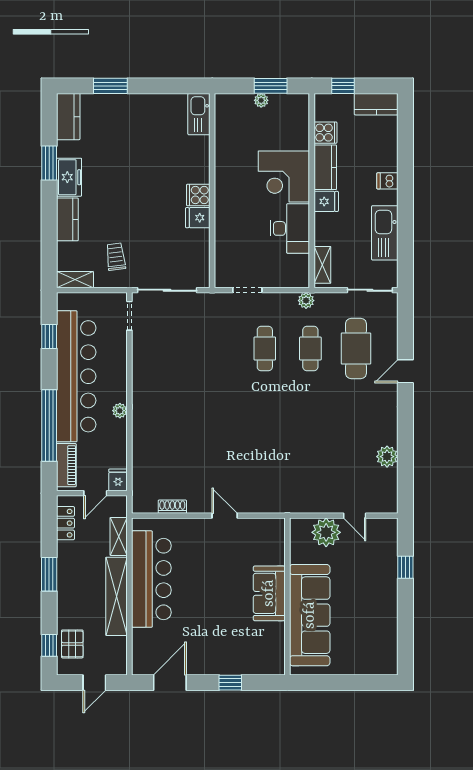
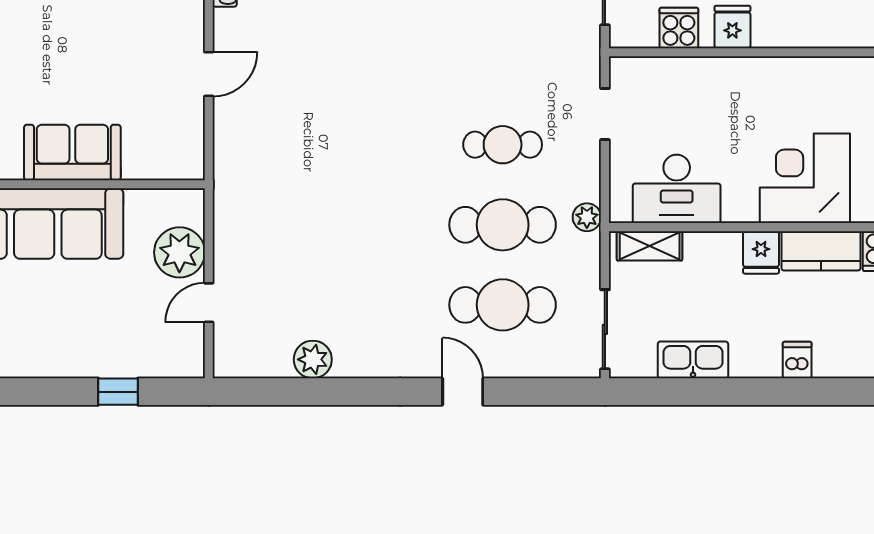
cooker: (198, 195) -> (679, 28), moved
desk: (290, 228) -> (677, 189), moved
kitchen sink: (385, 233) -> (693, 360), width x0.73, depth x0.81
cafe table: (310, 348) -> (503, 225), width x1.37, depth x1.35

